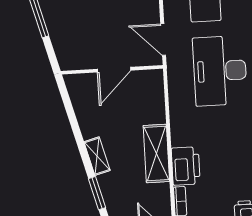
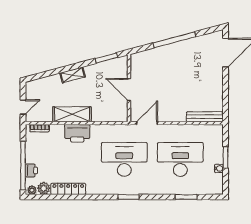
printer: (186, 166) -> (77, 133), moved
window: (97, 193) -> (106, 58), moved

